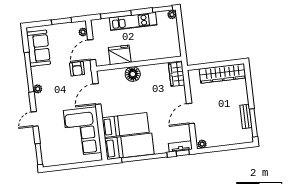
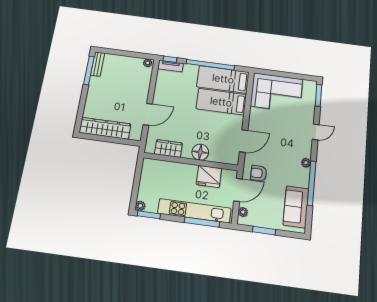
kitchen unit: (133, 21) -> (194, 211), width x1.36
armchair: (77, 69) -> (259, 173), turned -90
wardrobe: (177, 74) -> (168, 148), moved, turned -90
door: (190, 113) -> (148, 114), moved
bench: (246, 116) -> (97, 64), moved
corner sofa: (82, 131) -> (276, 93), moved, turned 90

